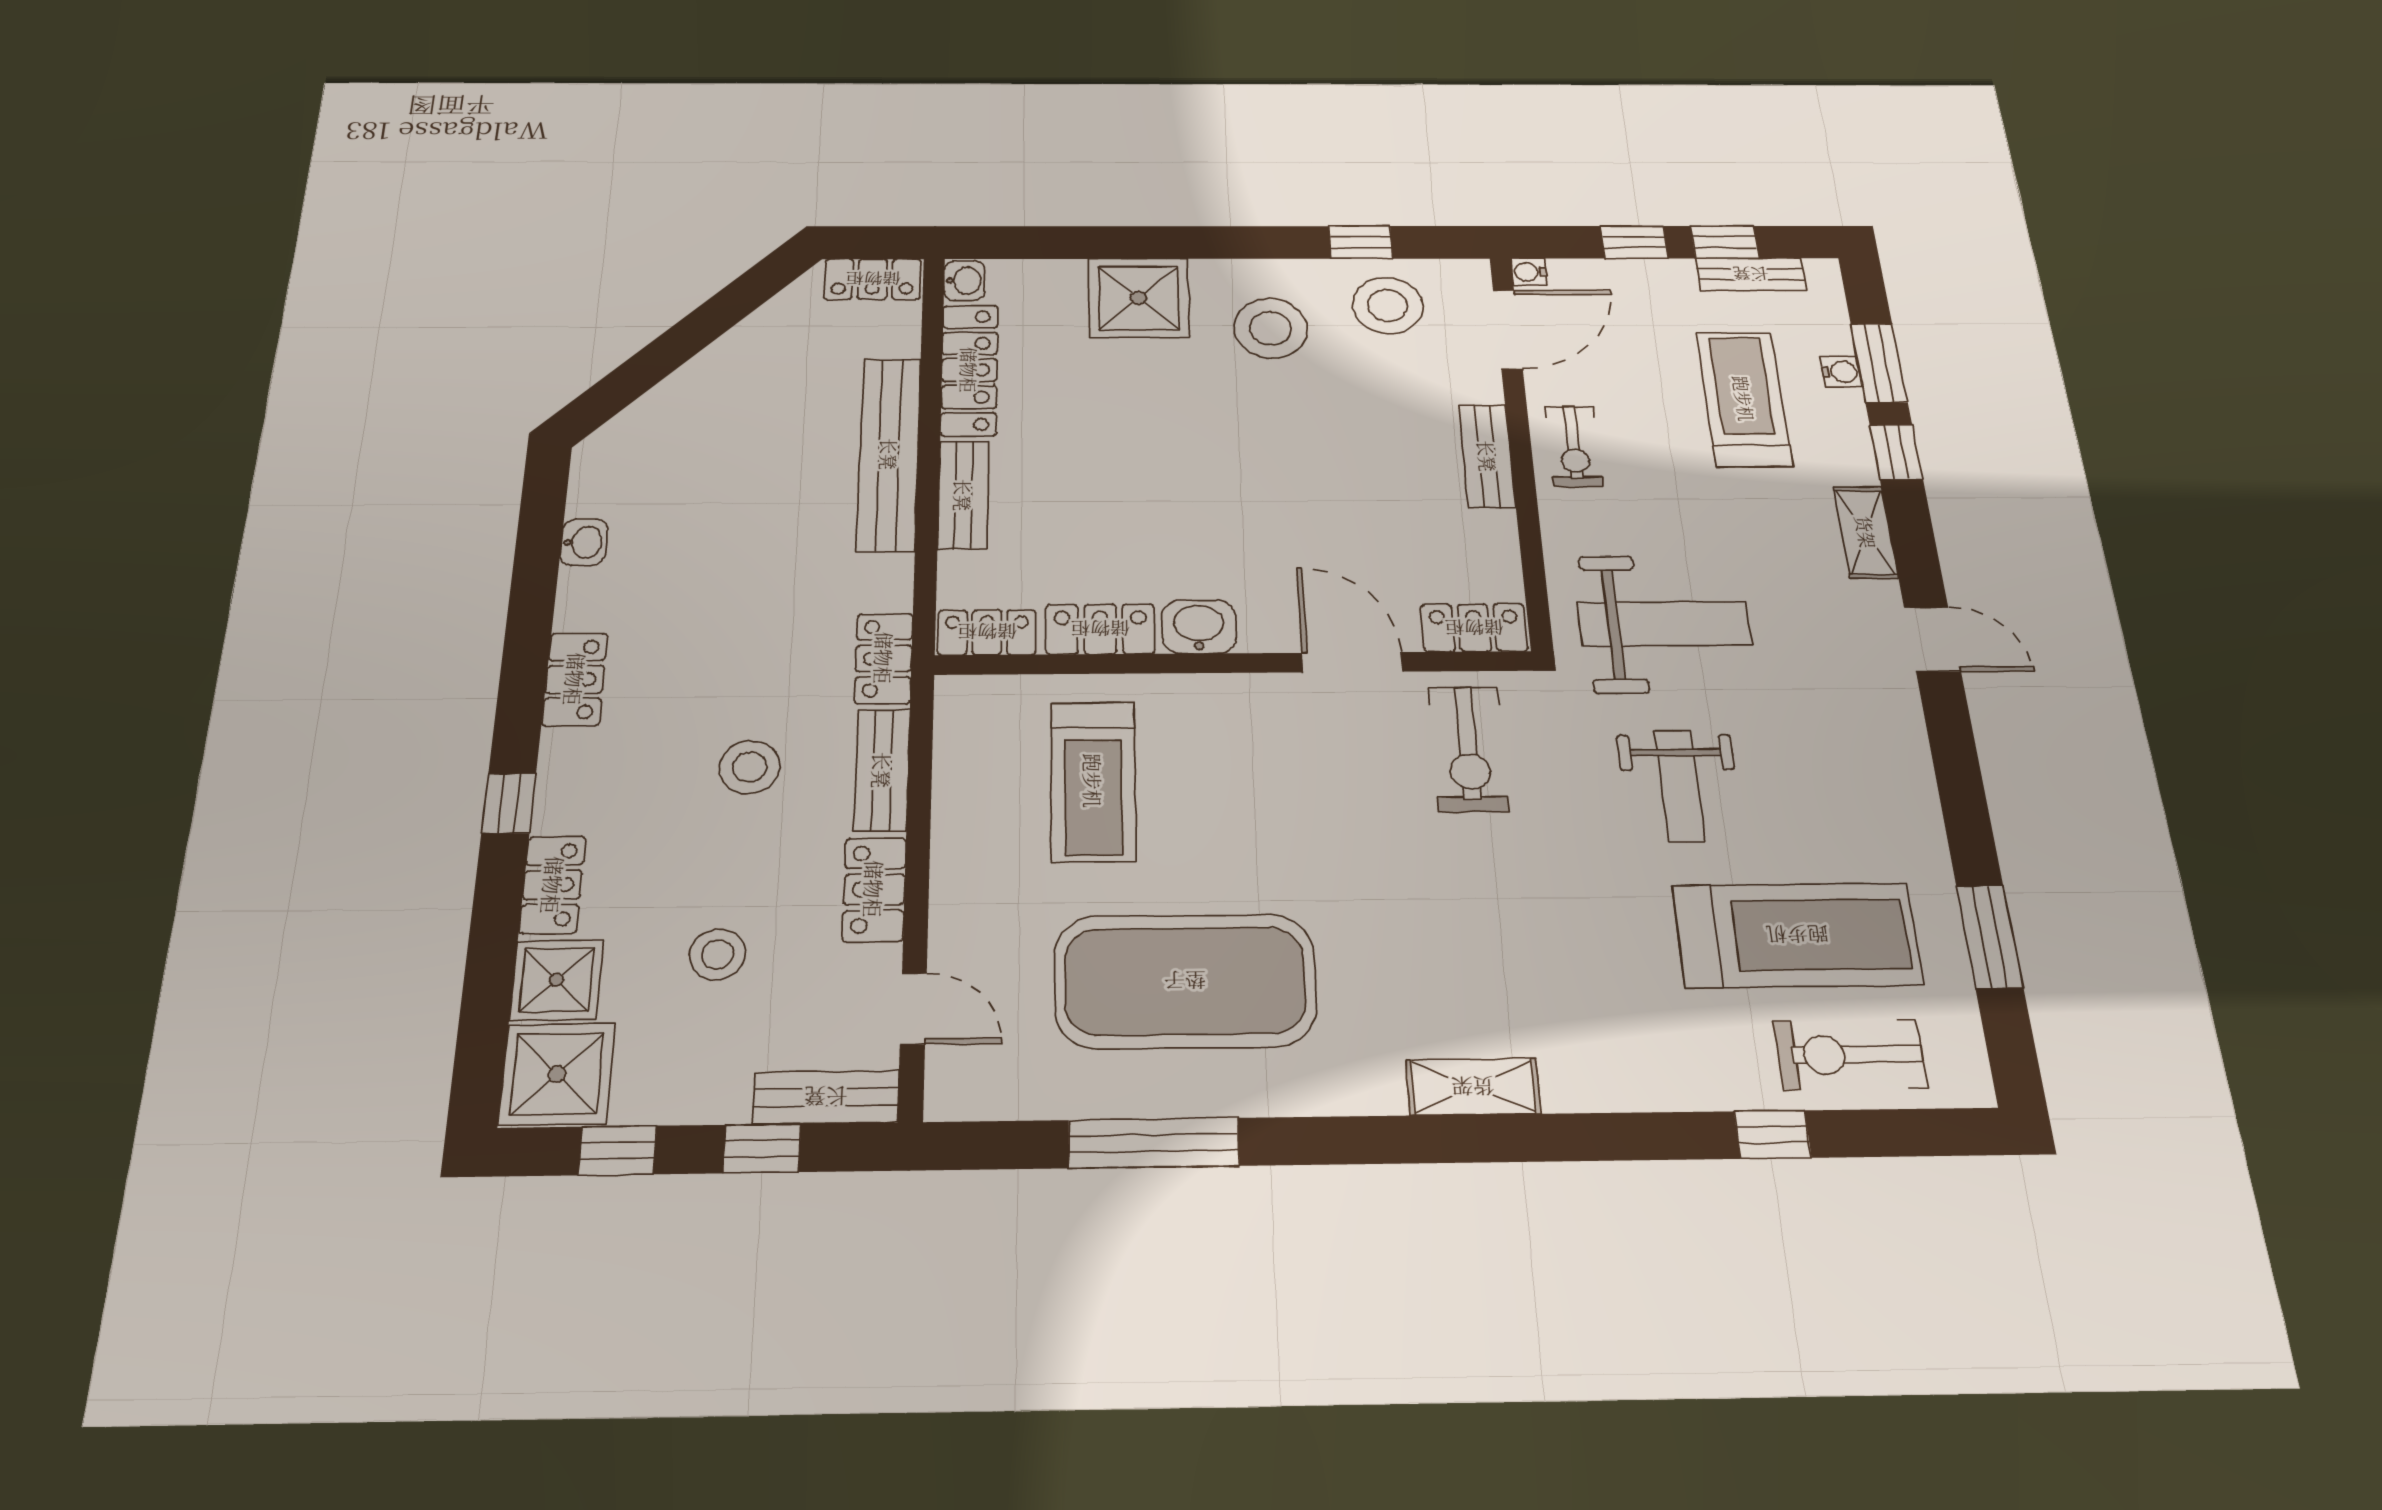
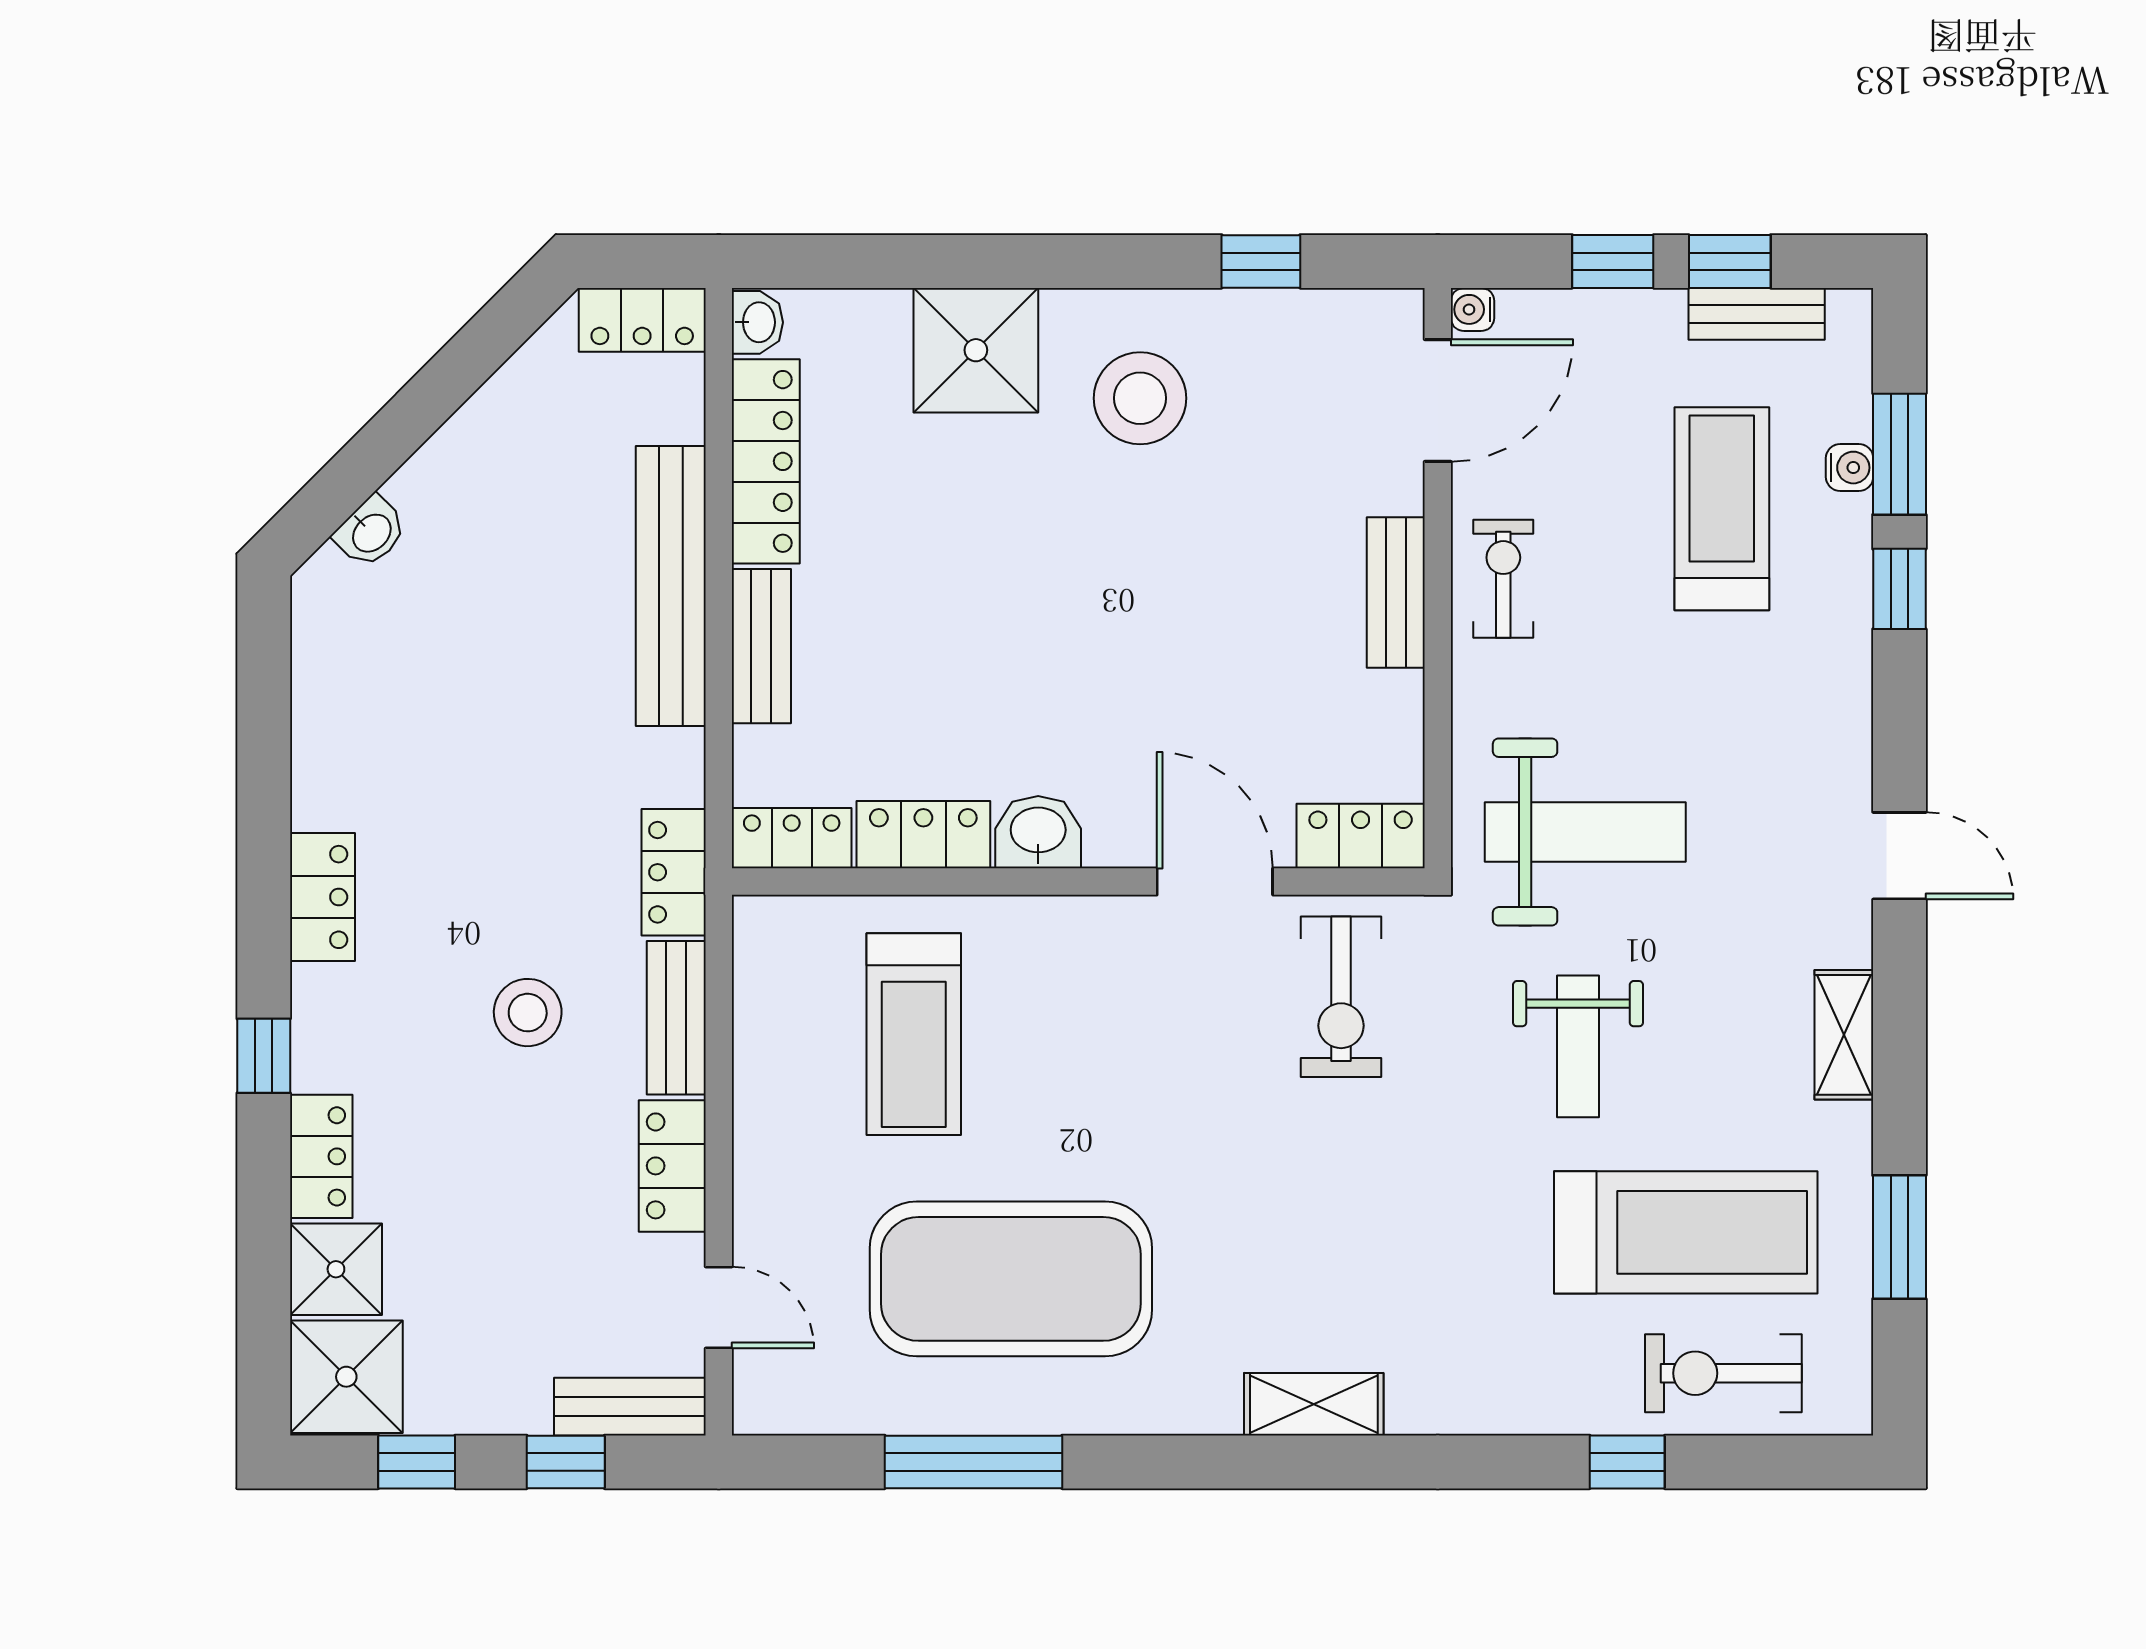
stool: (1388, 305) -> (1289, 363), removed
exercise bike: (1574, 446) -> (1503, 579), turned 180
shelving: (1866, 532) -> (1844, 1035), moved
washbasin: (584, 542) -> (371, 532), moved, turned 45
stool: (717, 954) -> (506, 1242), removed

